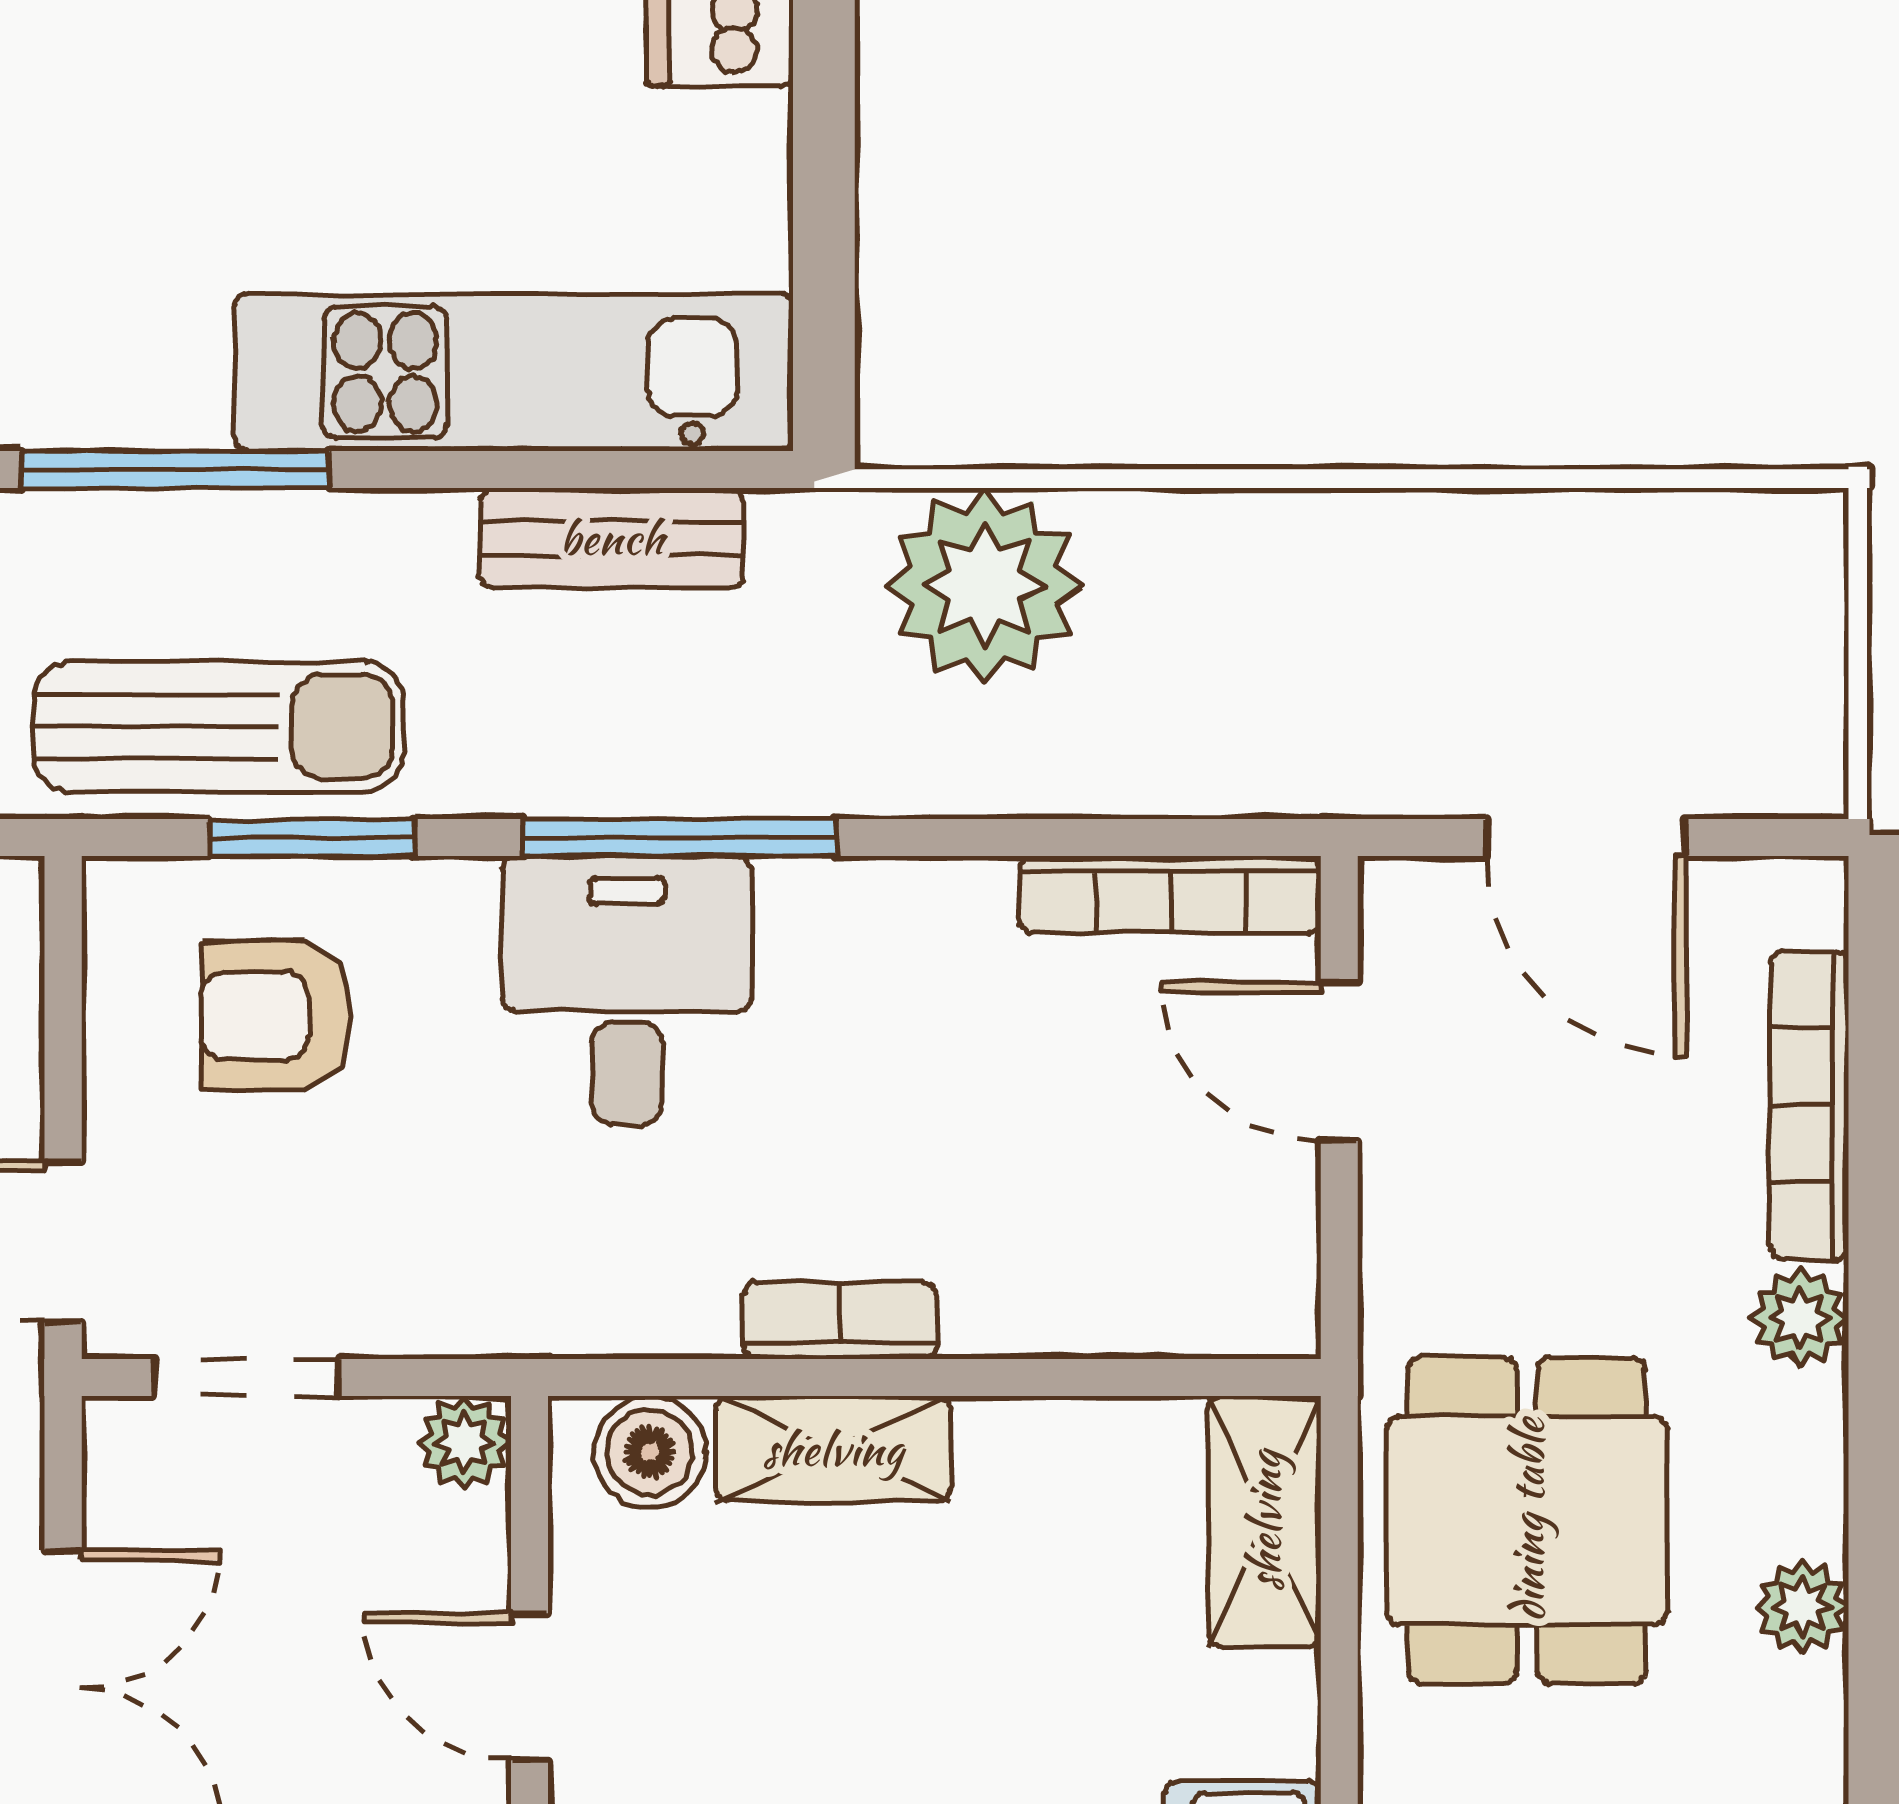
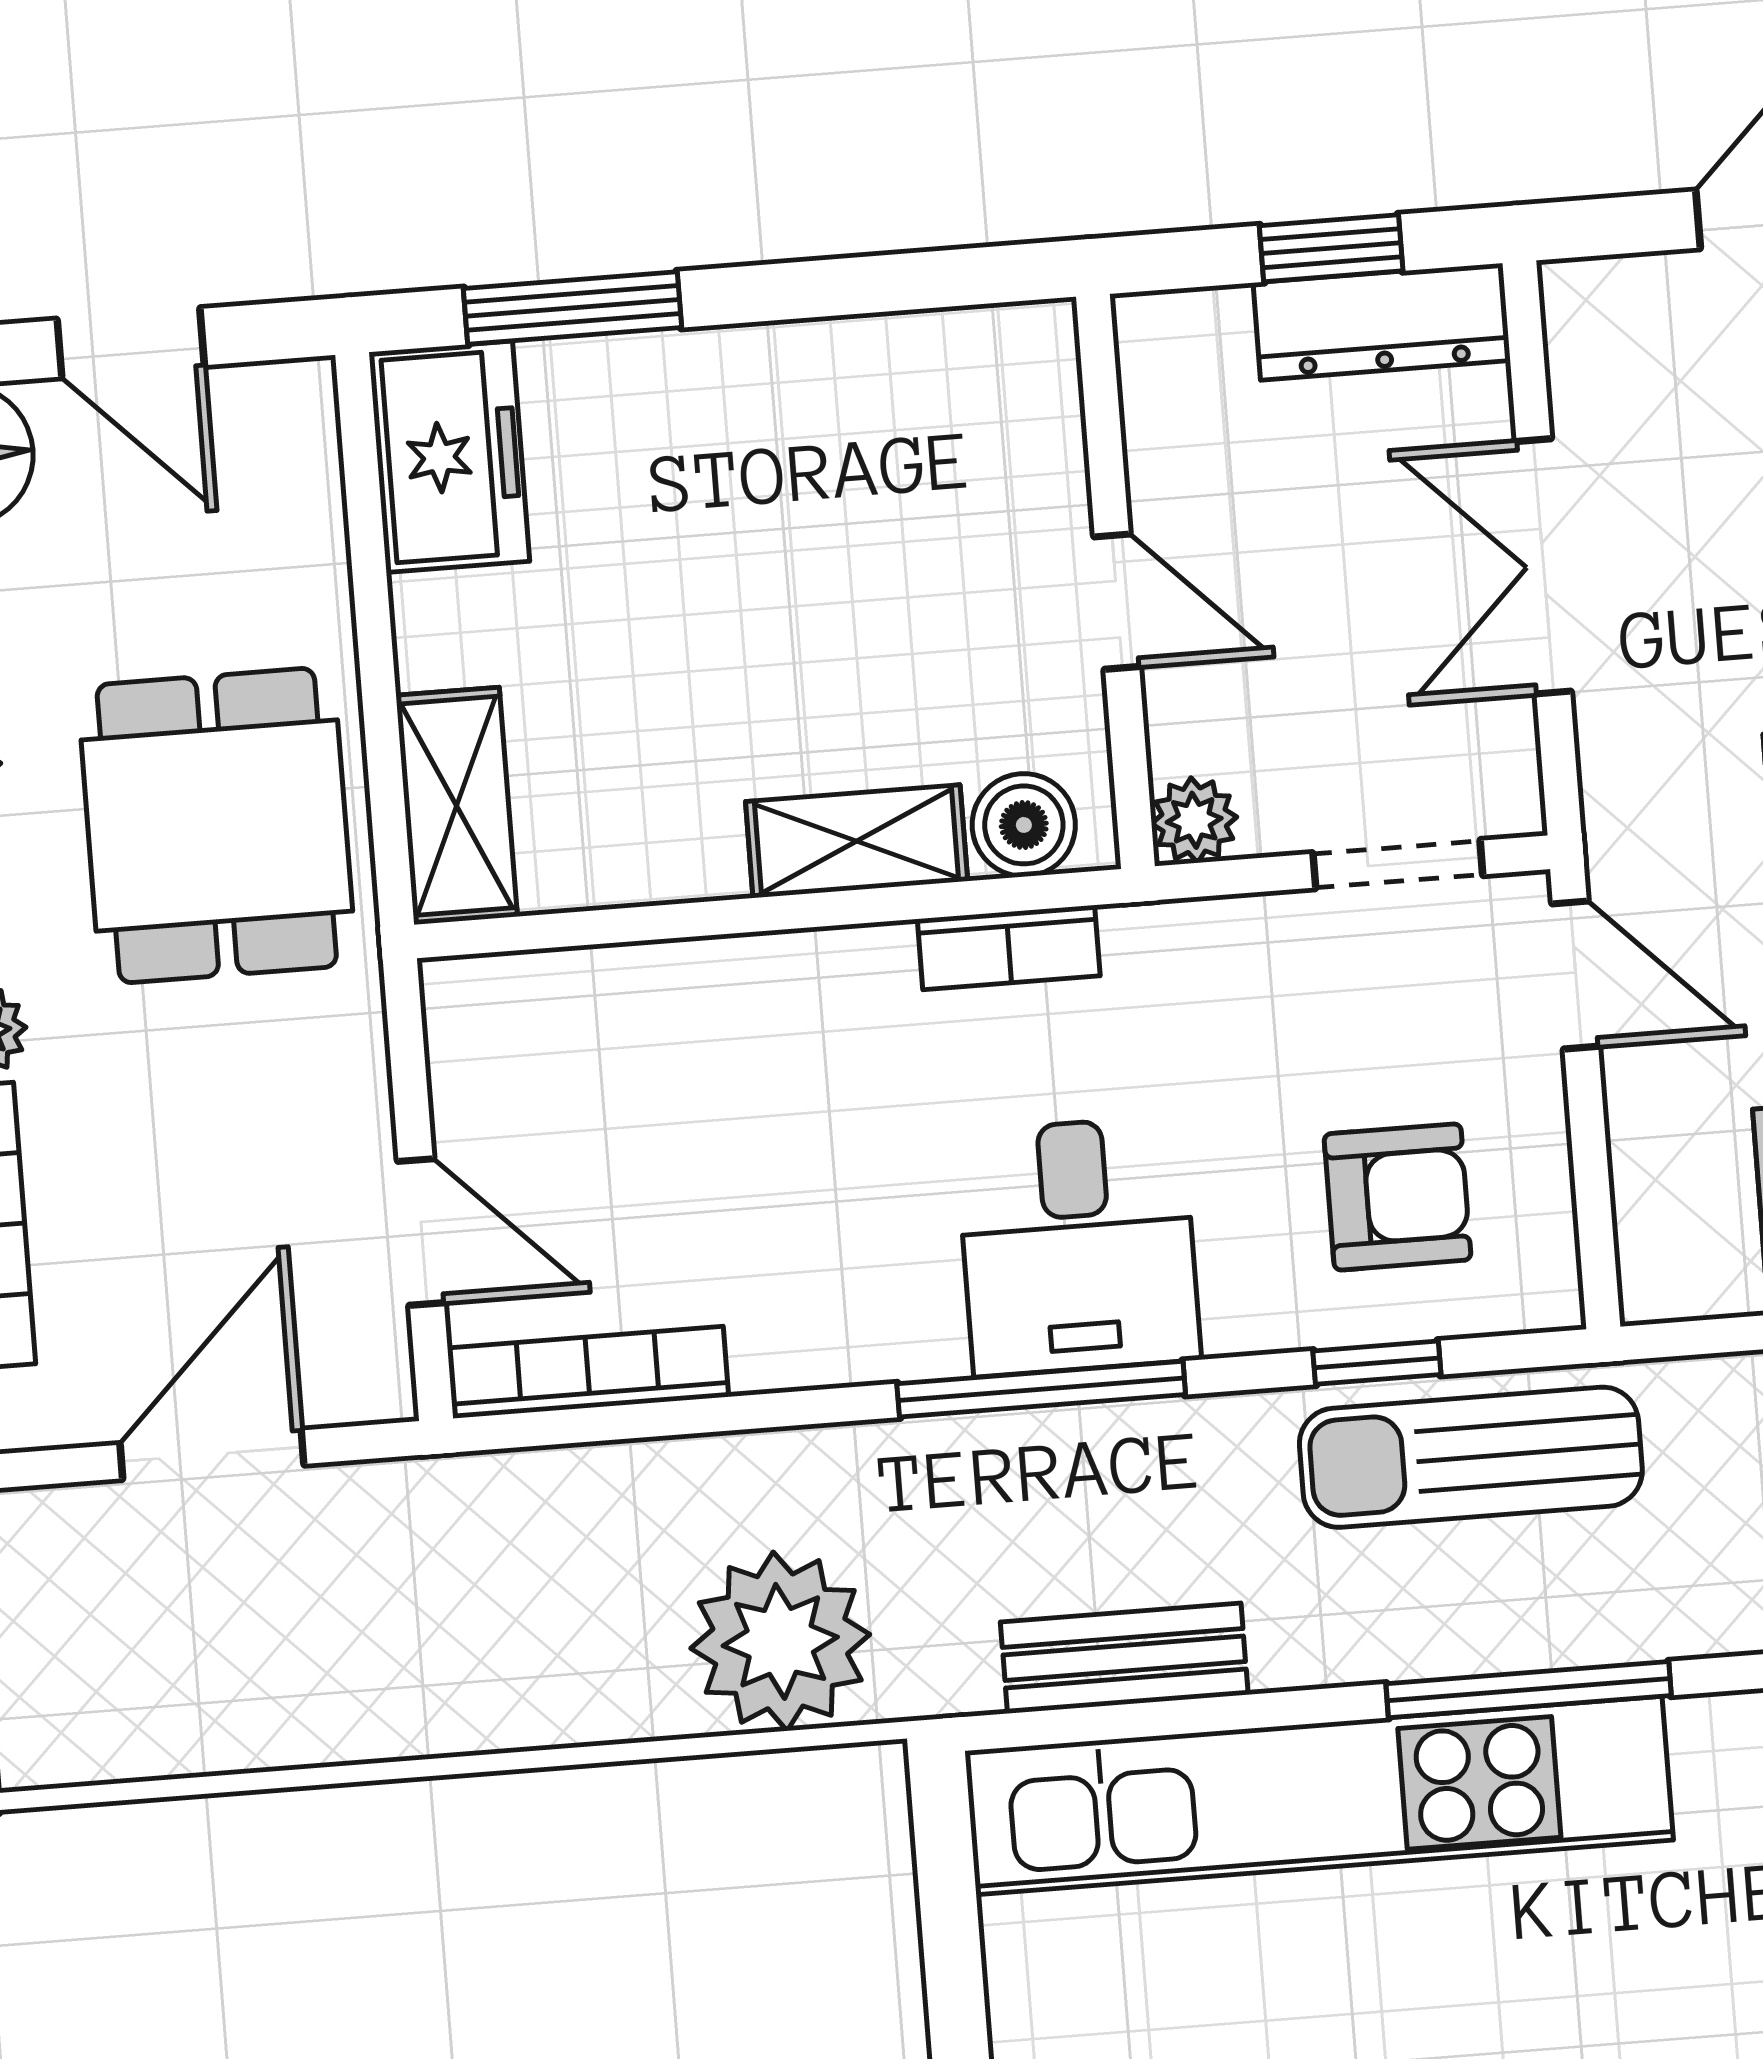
kitchen unit: (514, 372) -> (1319, 1795), width x1.36
window: (312, 838) -> (1377, 1363), width x0.67
door: (1586, 838) -> (212, 1454), hinge flipped
bookcase: (840, 1320) -> (1009, 947), moved

